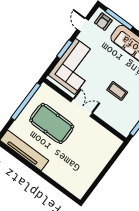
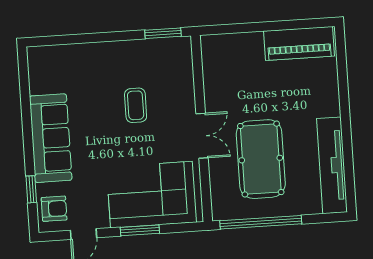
window: (119, 19) -> (31, 189), width x0.46
double door: (82, 108) -> (202, 136), swing flipped
piano: (86, 179) -> (299, 43), added

